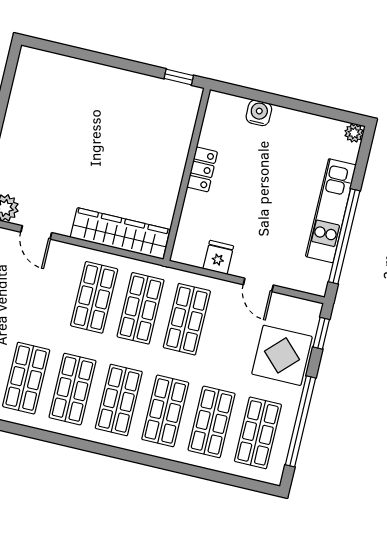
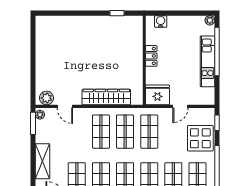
locker: (202, 169) -> (151, 56), moved
wall: (187, 174) -> (144, 60), moved
window: (344, 236) -> (217, 51), moved
fridge: (218, 257) -> (157, 95), width x1.88, depth x1.34
door: (258, 285) -> (180, 106), hinge flipped

